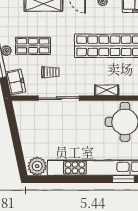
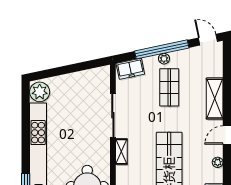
trolley: (50, 72) -> (141, 106), removed
shelving: (107, 90) -> (121, 152), moved

